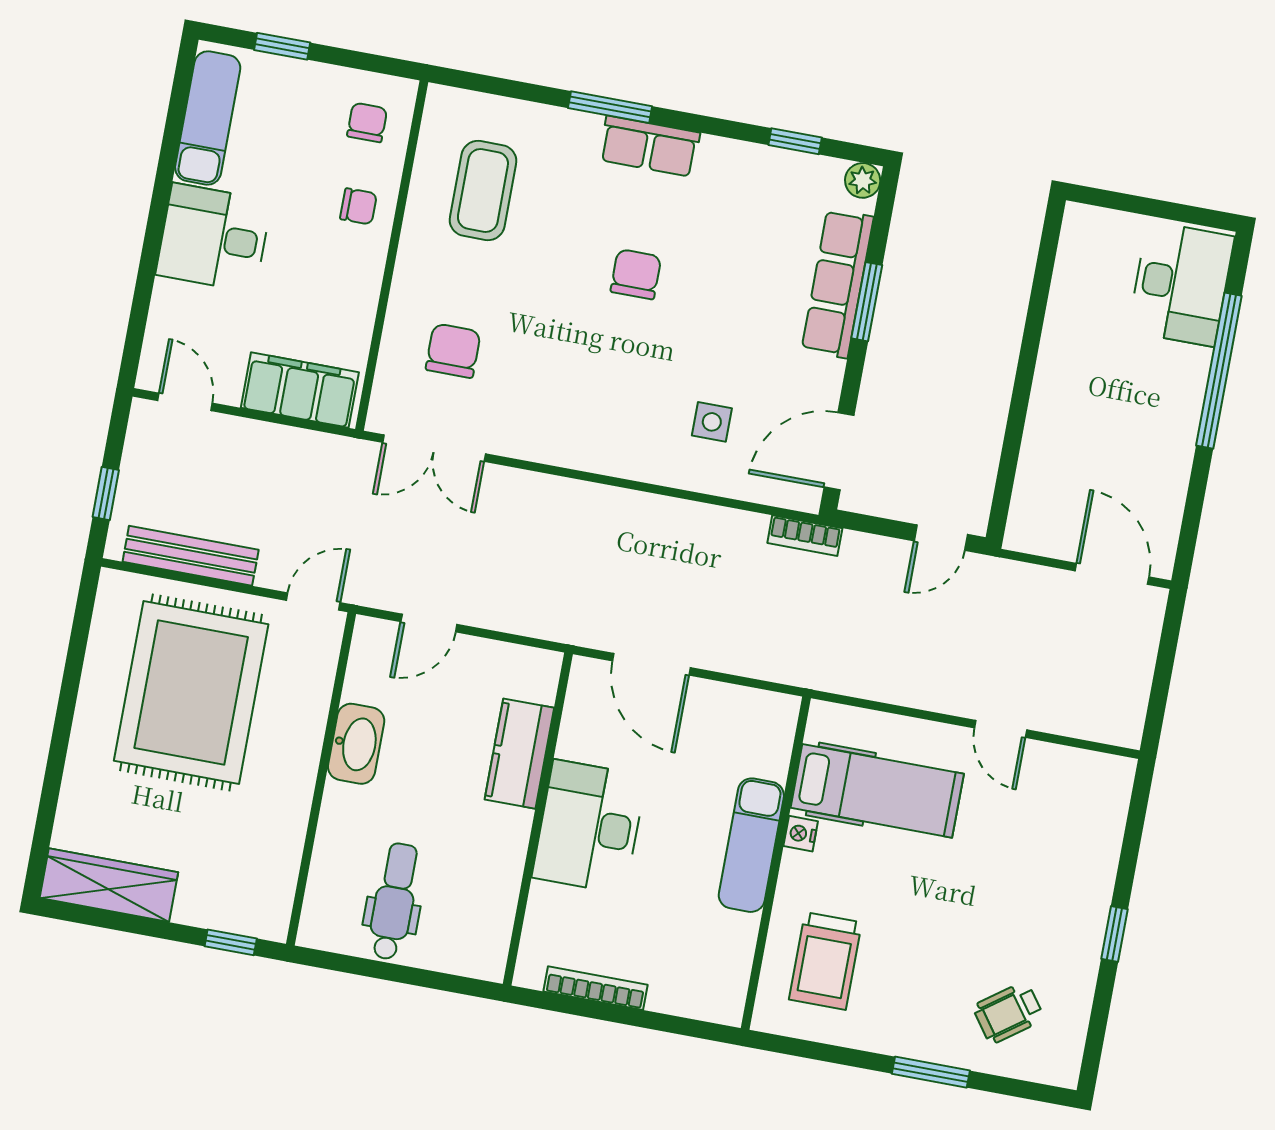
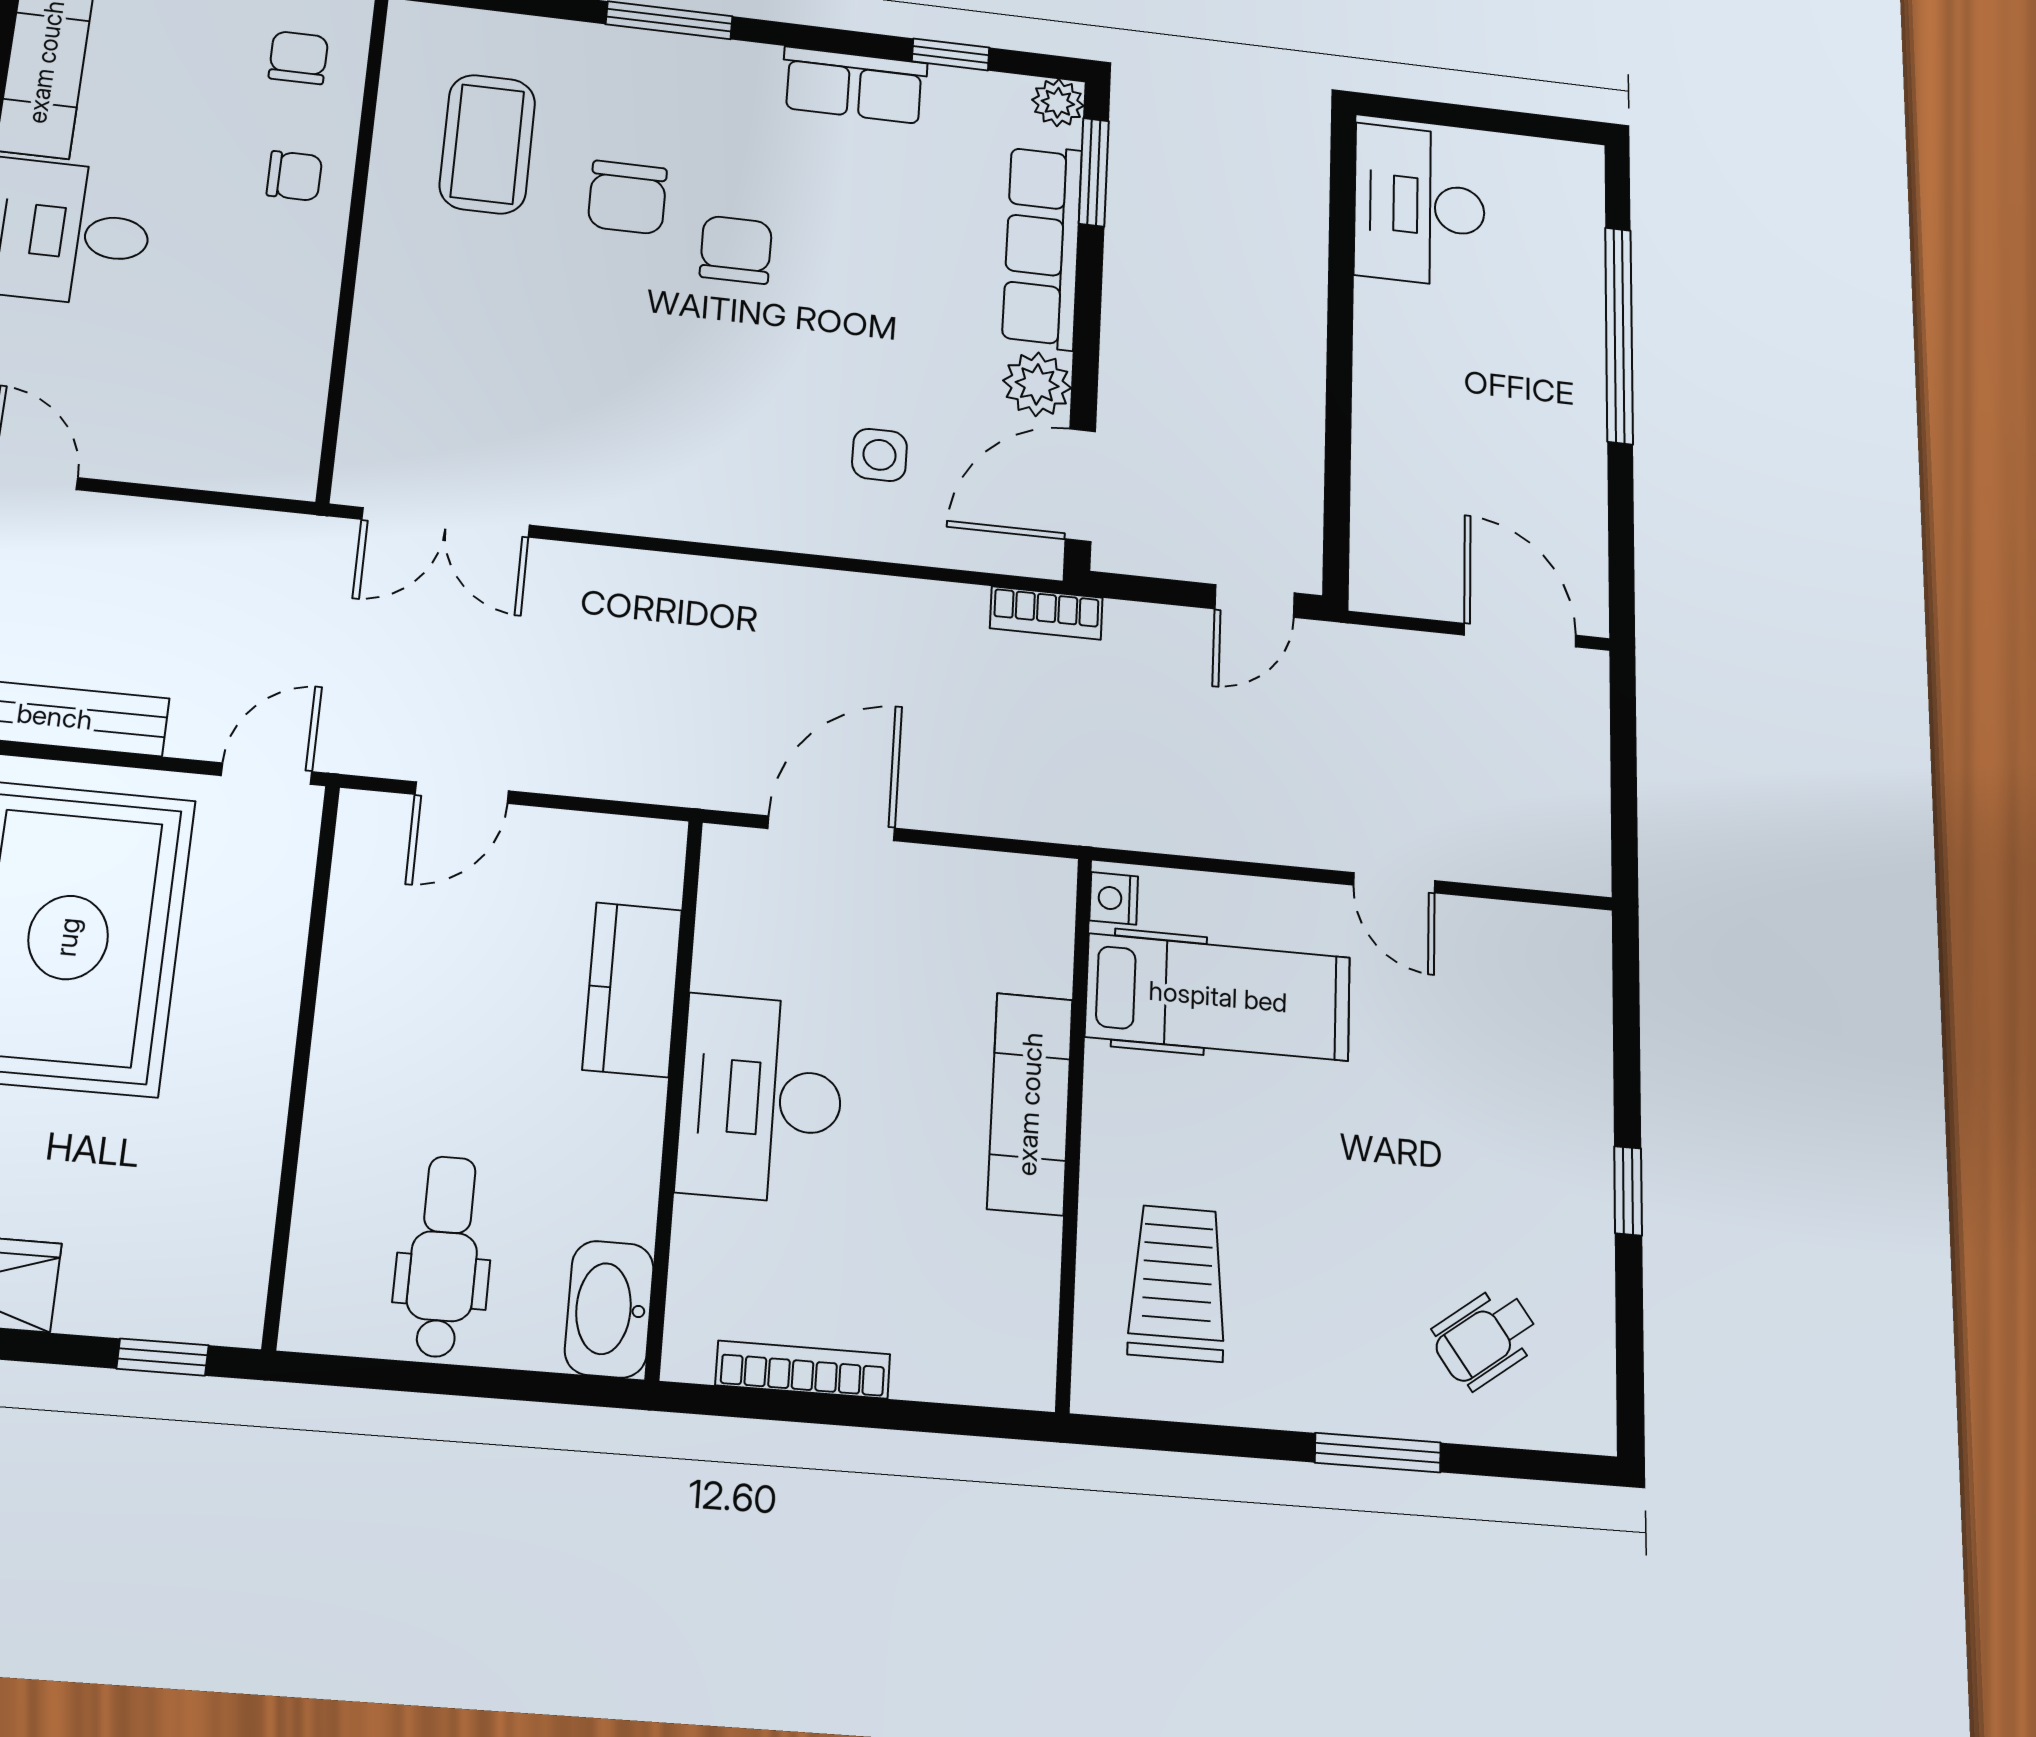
row of seats: (649, 146) -> (854, 85), moved
desk: (1181, 284) -> (1420, 206), moved, turned 180
window: (867, 302) -> (1094, 172), moved
chair: (453, 351) -> (627, 198), moved, turned 180
plant: (821, 380) -> (1037, 384), added
filing cabinet: (300, 390) -> (221, 449), removed
door: (651, 664) -> (831, 828), swing flipped
washbasin: (356, 744) -> (609, 1309), moved, turned 180
nightstand: (801, 834) -> (1114, 898), moved
trolley: (825, 961) -> (1177, 1283), turned 180

